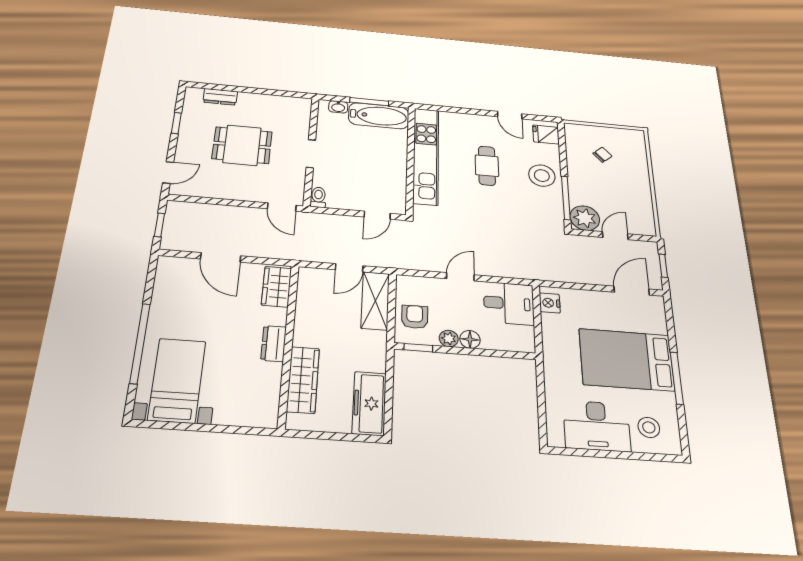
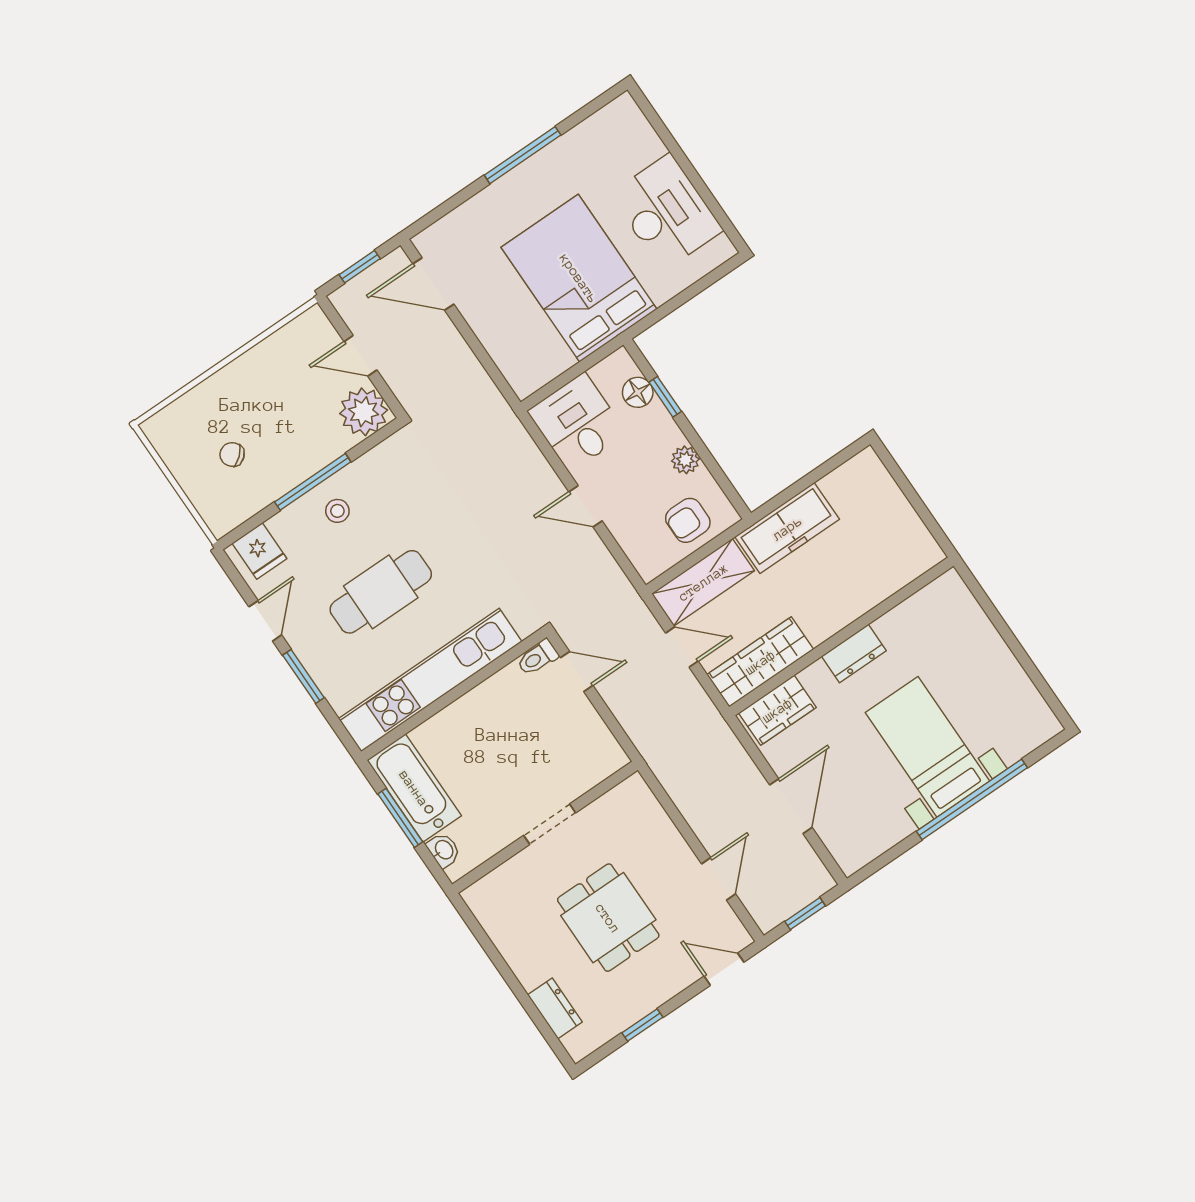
window: (470, 111) -> (303, 676), added
cafe table: (487, 166) -> (381, 592), width x1.37, depth x1.35
stool: (542, 176) -> (337, 511), width x0.53, depth x0.53
toilet: (318, 197) -> (538, 658), moved
window: (566, 198) -> (313, 482), moved
door: (282, 207) -> (719, 879), moved
nightstand: (550, 303) -> (536, 374), removed
floor lamp: (470, 339) -> (638, 392), moved
window: (418, 348) -> (665, 397), moved
bed: (627, 360) -> (579, 278), moved, turned 180
bed with nightstands: (177, 380) -> (927, 747), moved, turned 90
wardrobe: (303, 380) -> (760, 662), moved
freezer: (369, 403) -> (787, 528), moved
stool: (649, 427) -> (620, 150), removed

